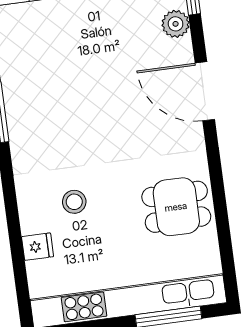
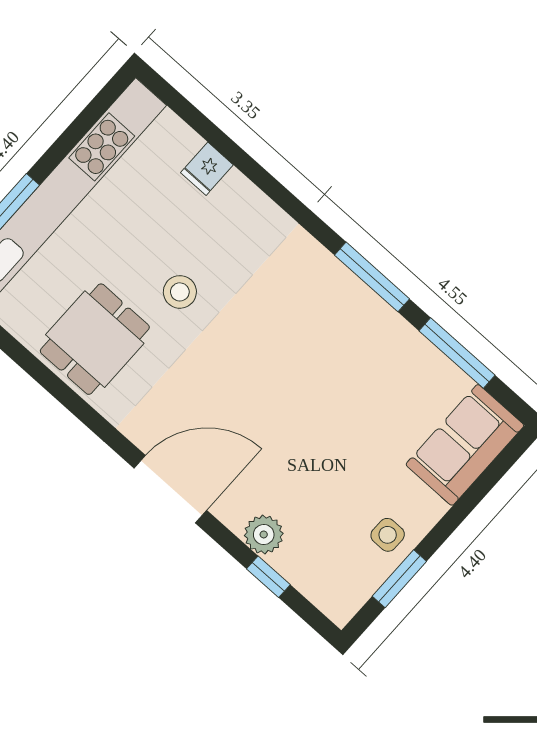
stool: (74, 202) -> (180, 292), moved

